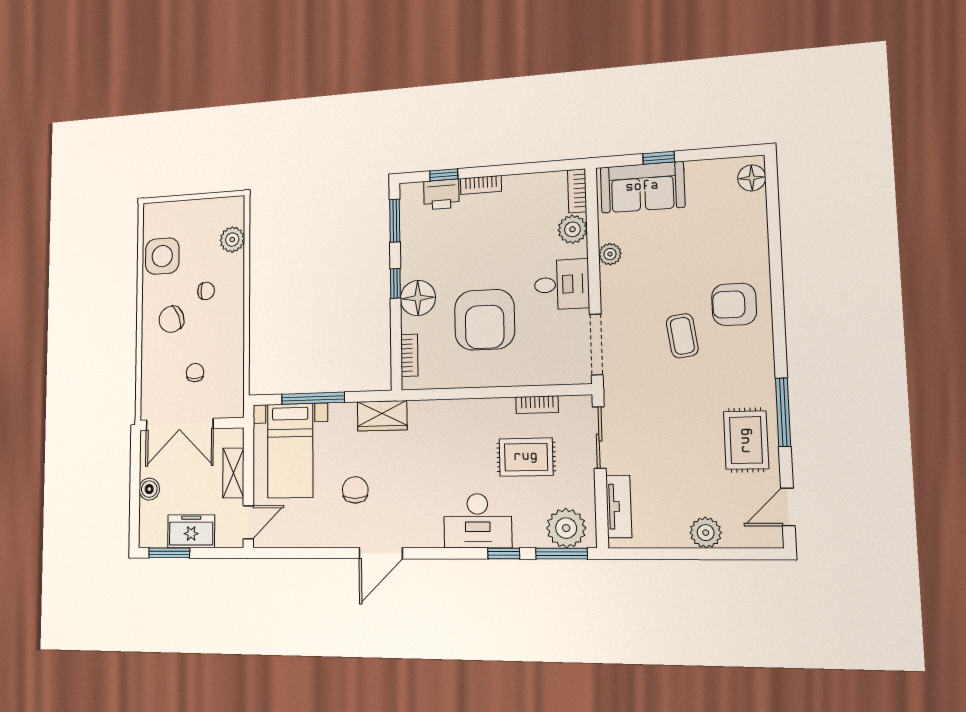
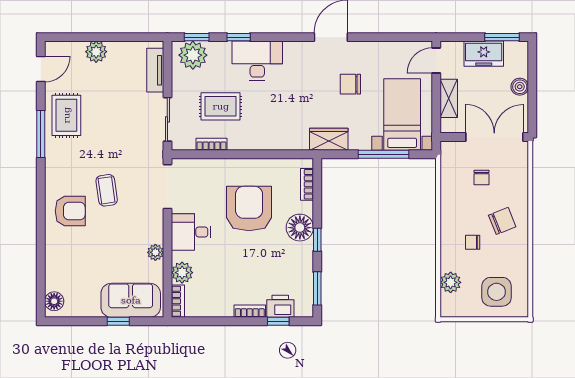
side table: (162, 256) -> (496, 292), moved
chair: (355, 490) -> (350, 84), turned 90
window: (561, 554) -> (197, 37), width x0.67

